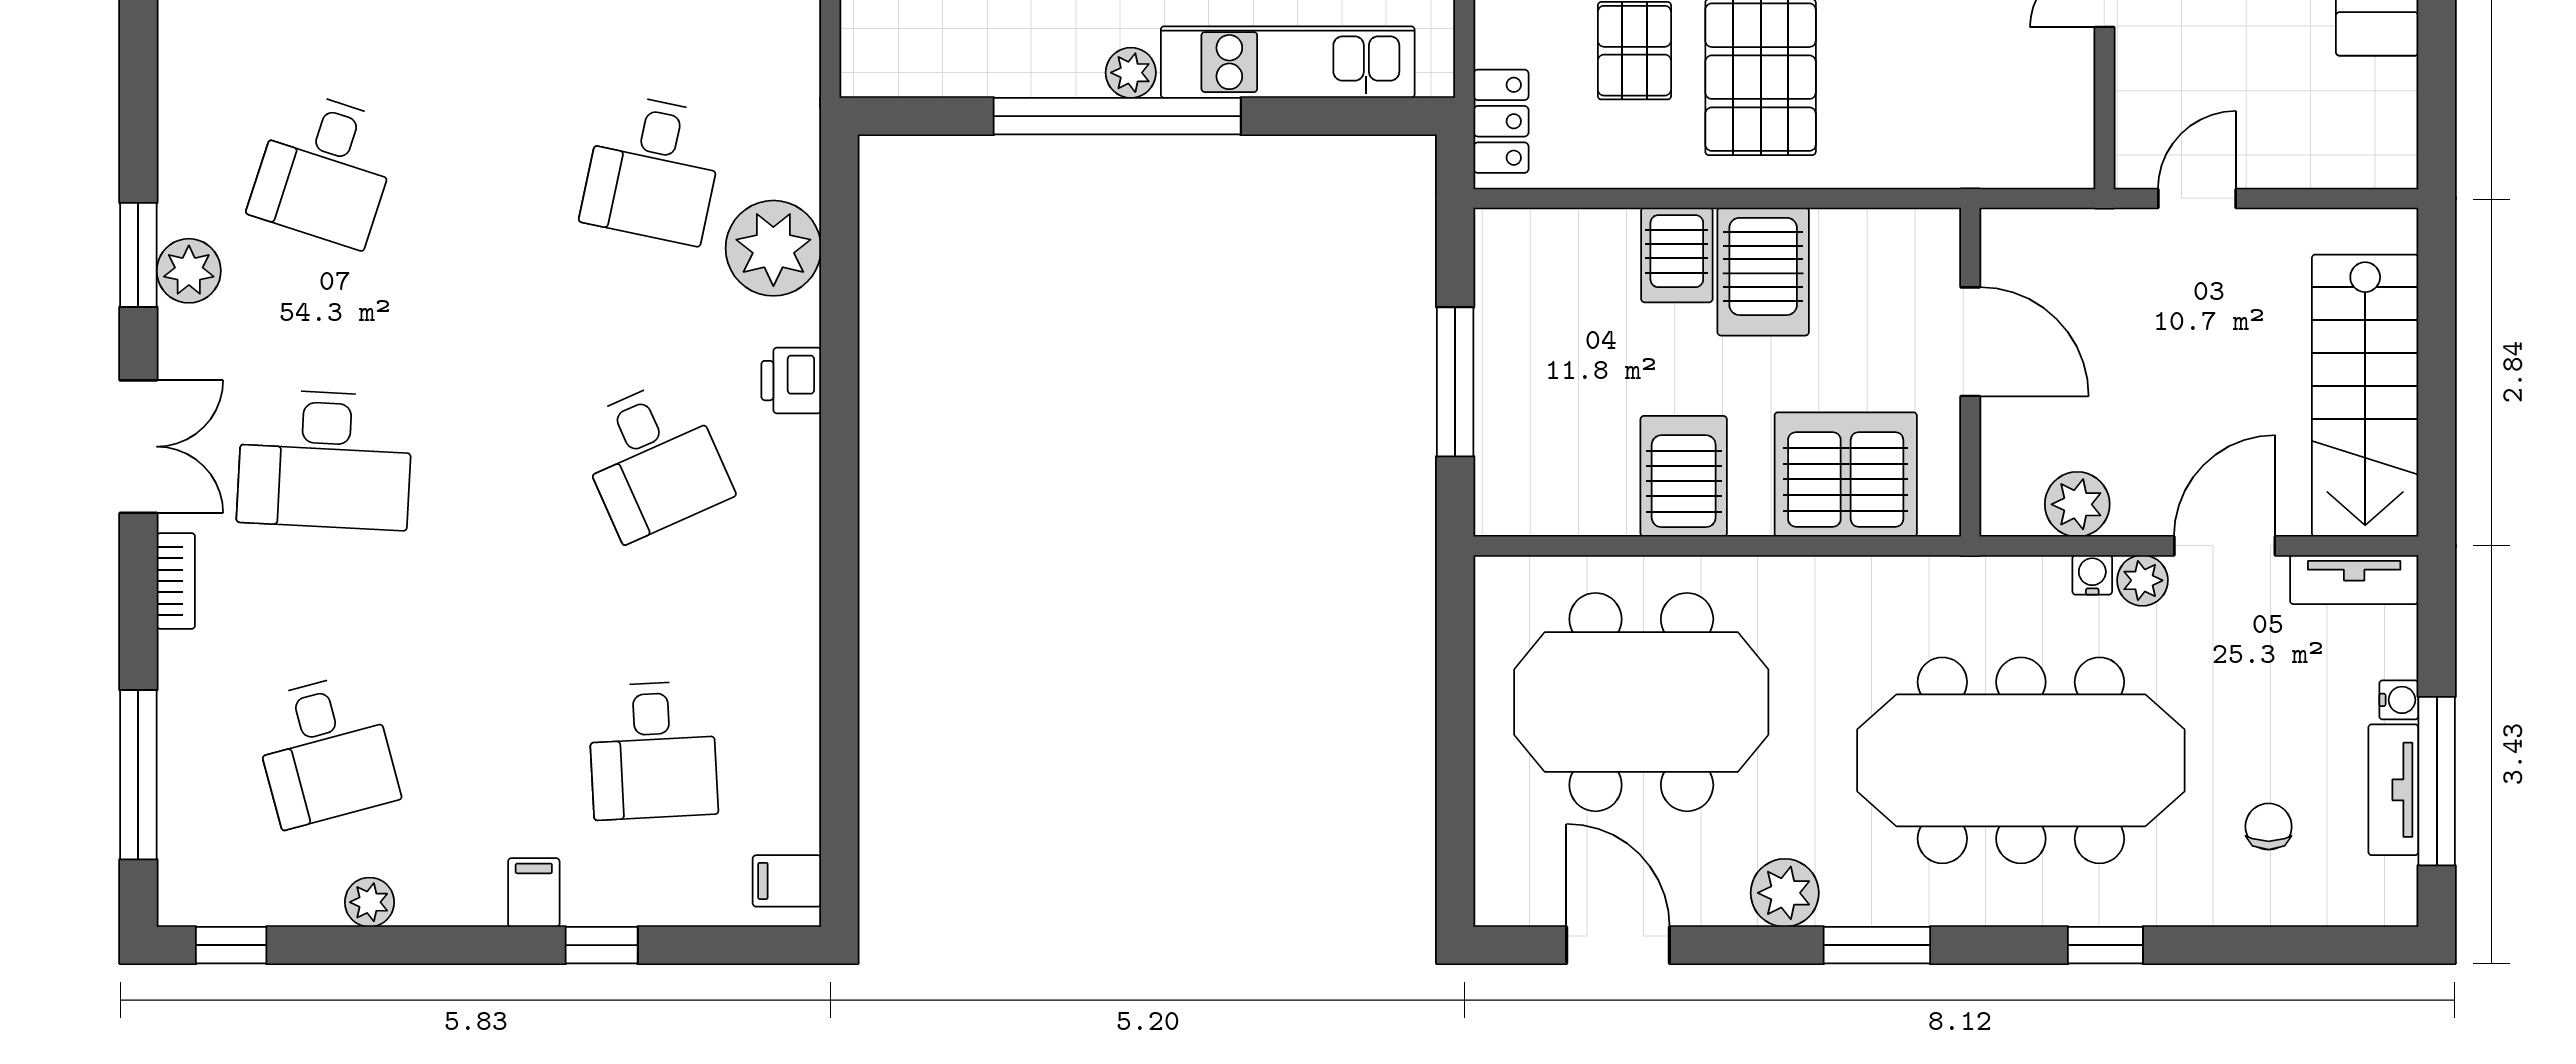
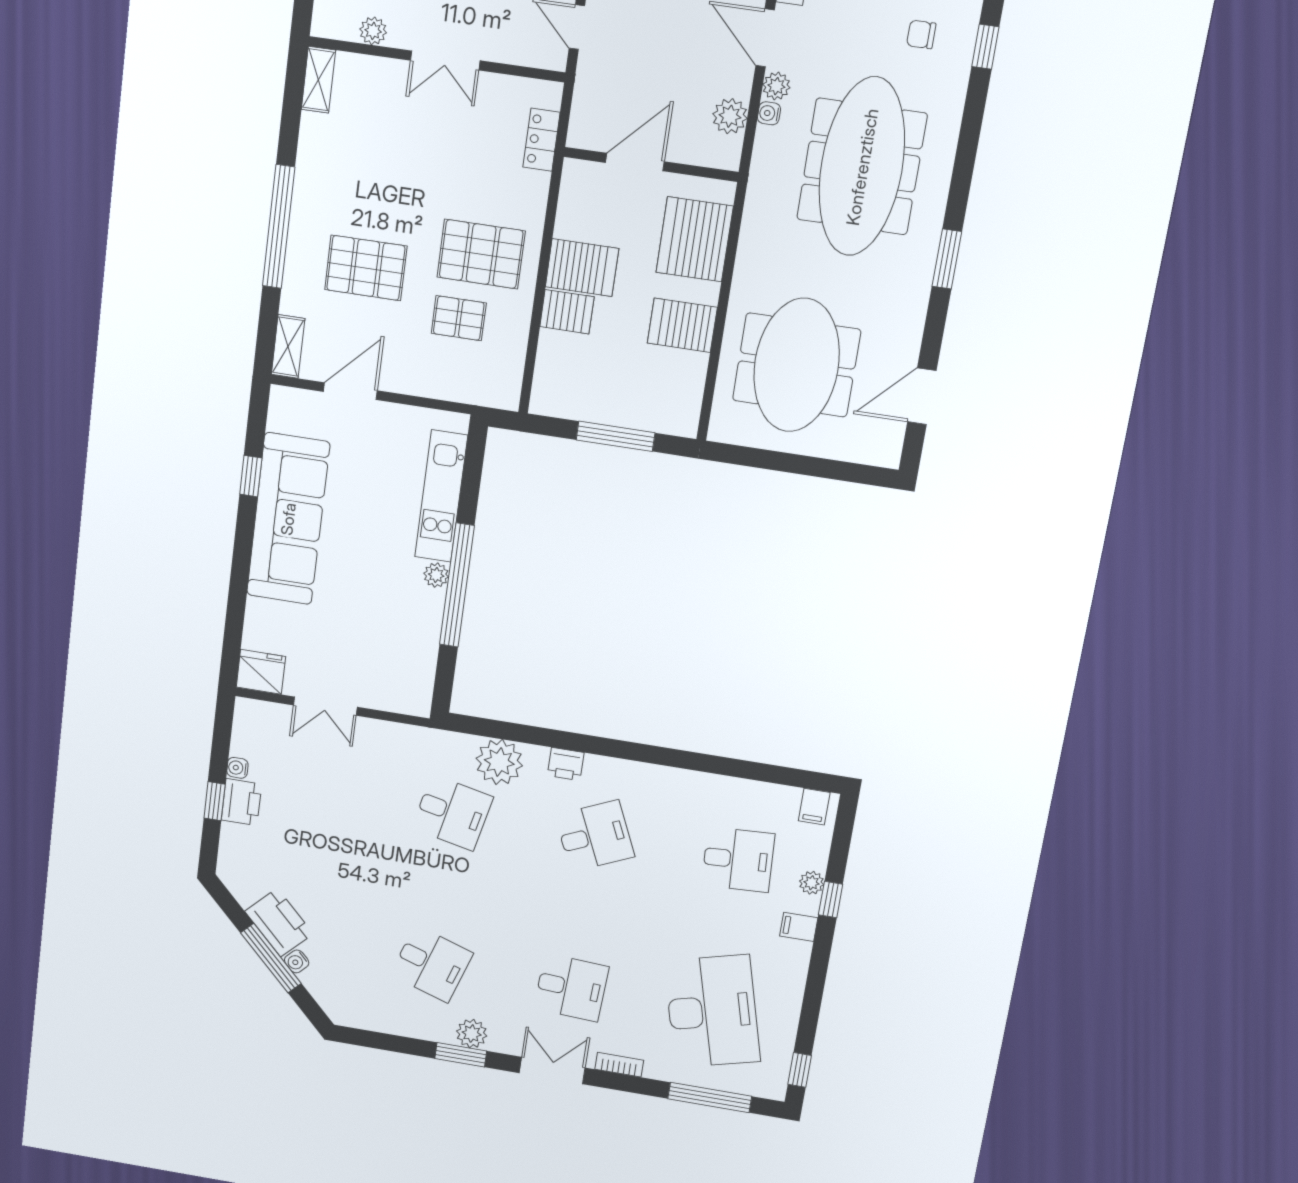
locker: (1501, 121) -> (541, 140), moved, turned -90
desk: (325, 460) -> (571, 988), width x0.73
desk: (325, 750) -> (712, 1011), width x1.87, depth x1.30
plant: (1785, 893) -> (910, 304), removed
plant: (369, 902) -> (812, 883), moved
window: (2105, 945) -> (985, 47), moved

